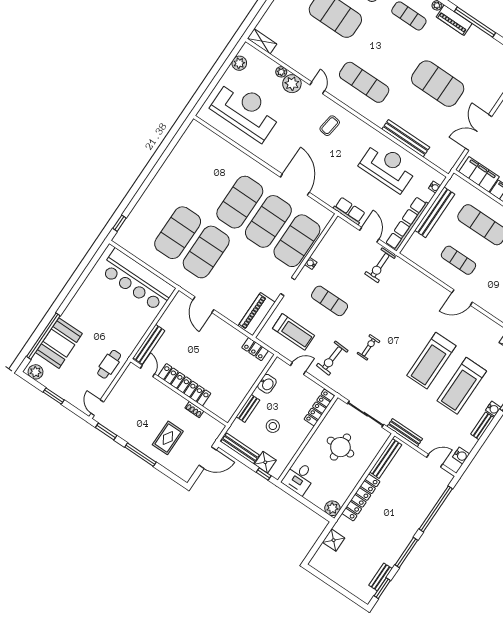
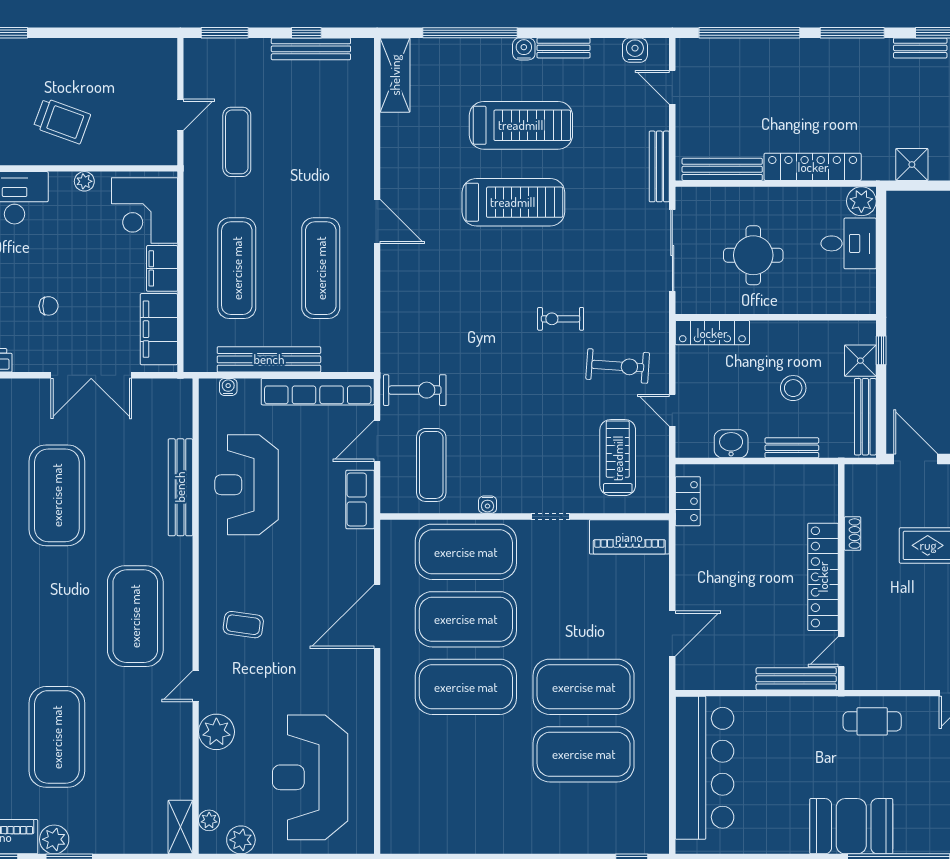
plant: (281, 72) -> (209, 820), moved
exercise mat: (364, 82) -> (135, 616), width x1.47
exercise mat: (458, 260) -> (321, 268), width x1.36, depth x1.45
exercise mat: (330, 301) -> (431, 465), moved
booth: (59, 343) -> (851, 826), moved
desk: (299, 478) -> (849, 243), moved

